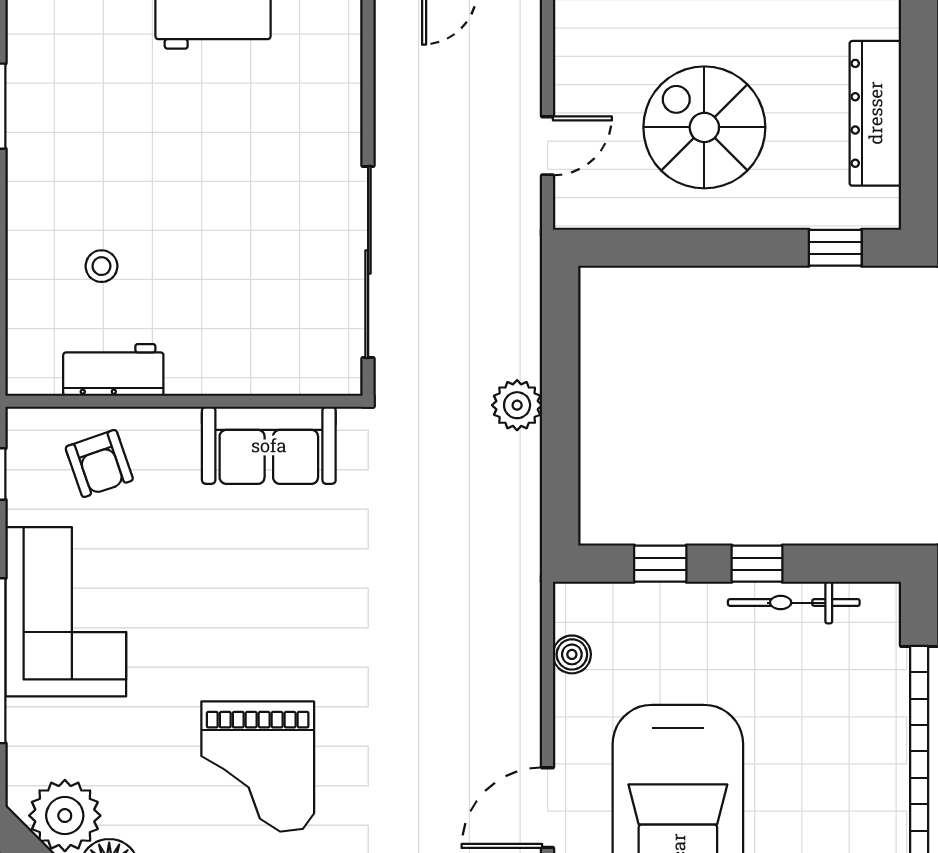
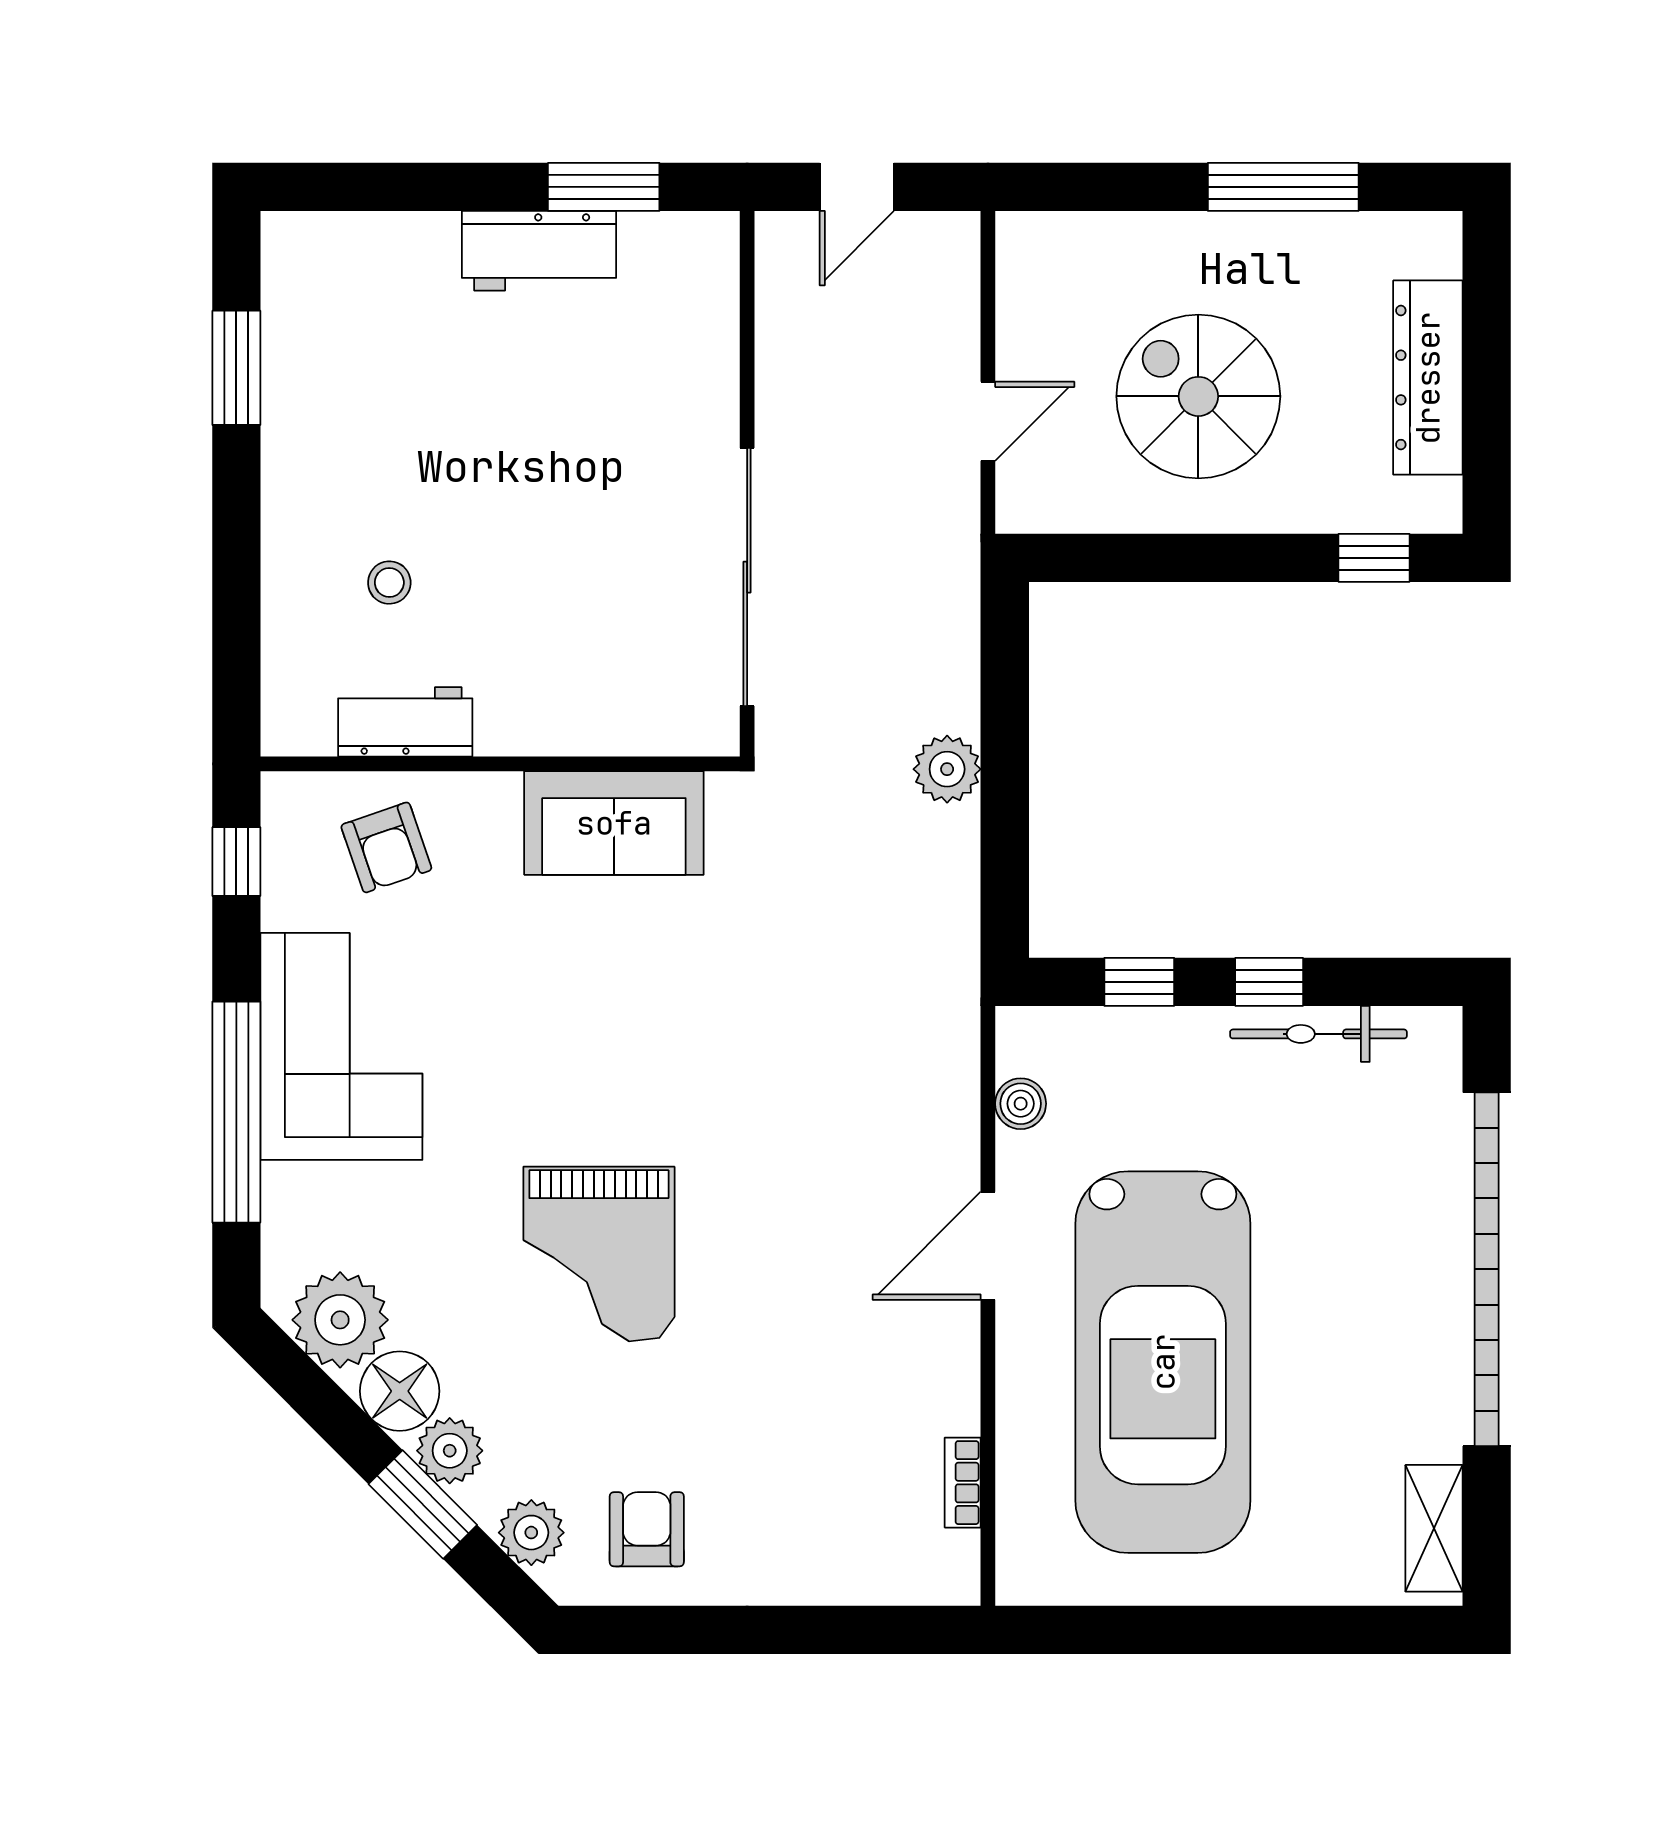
door: (548, 808) -> (988, 1246), moved

